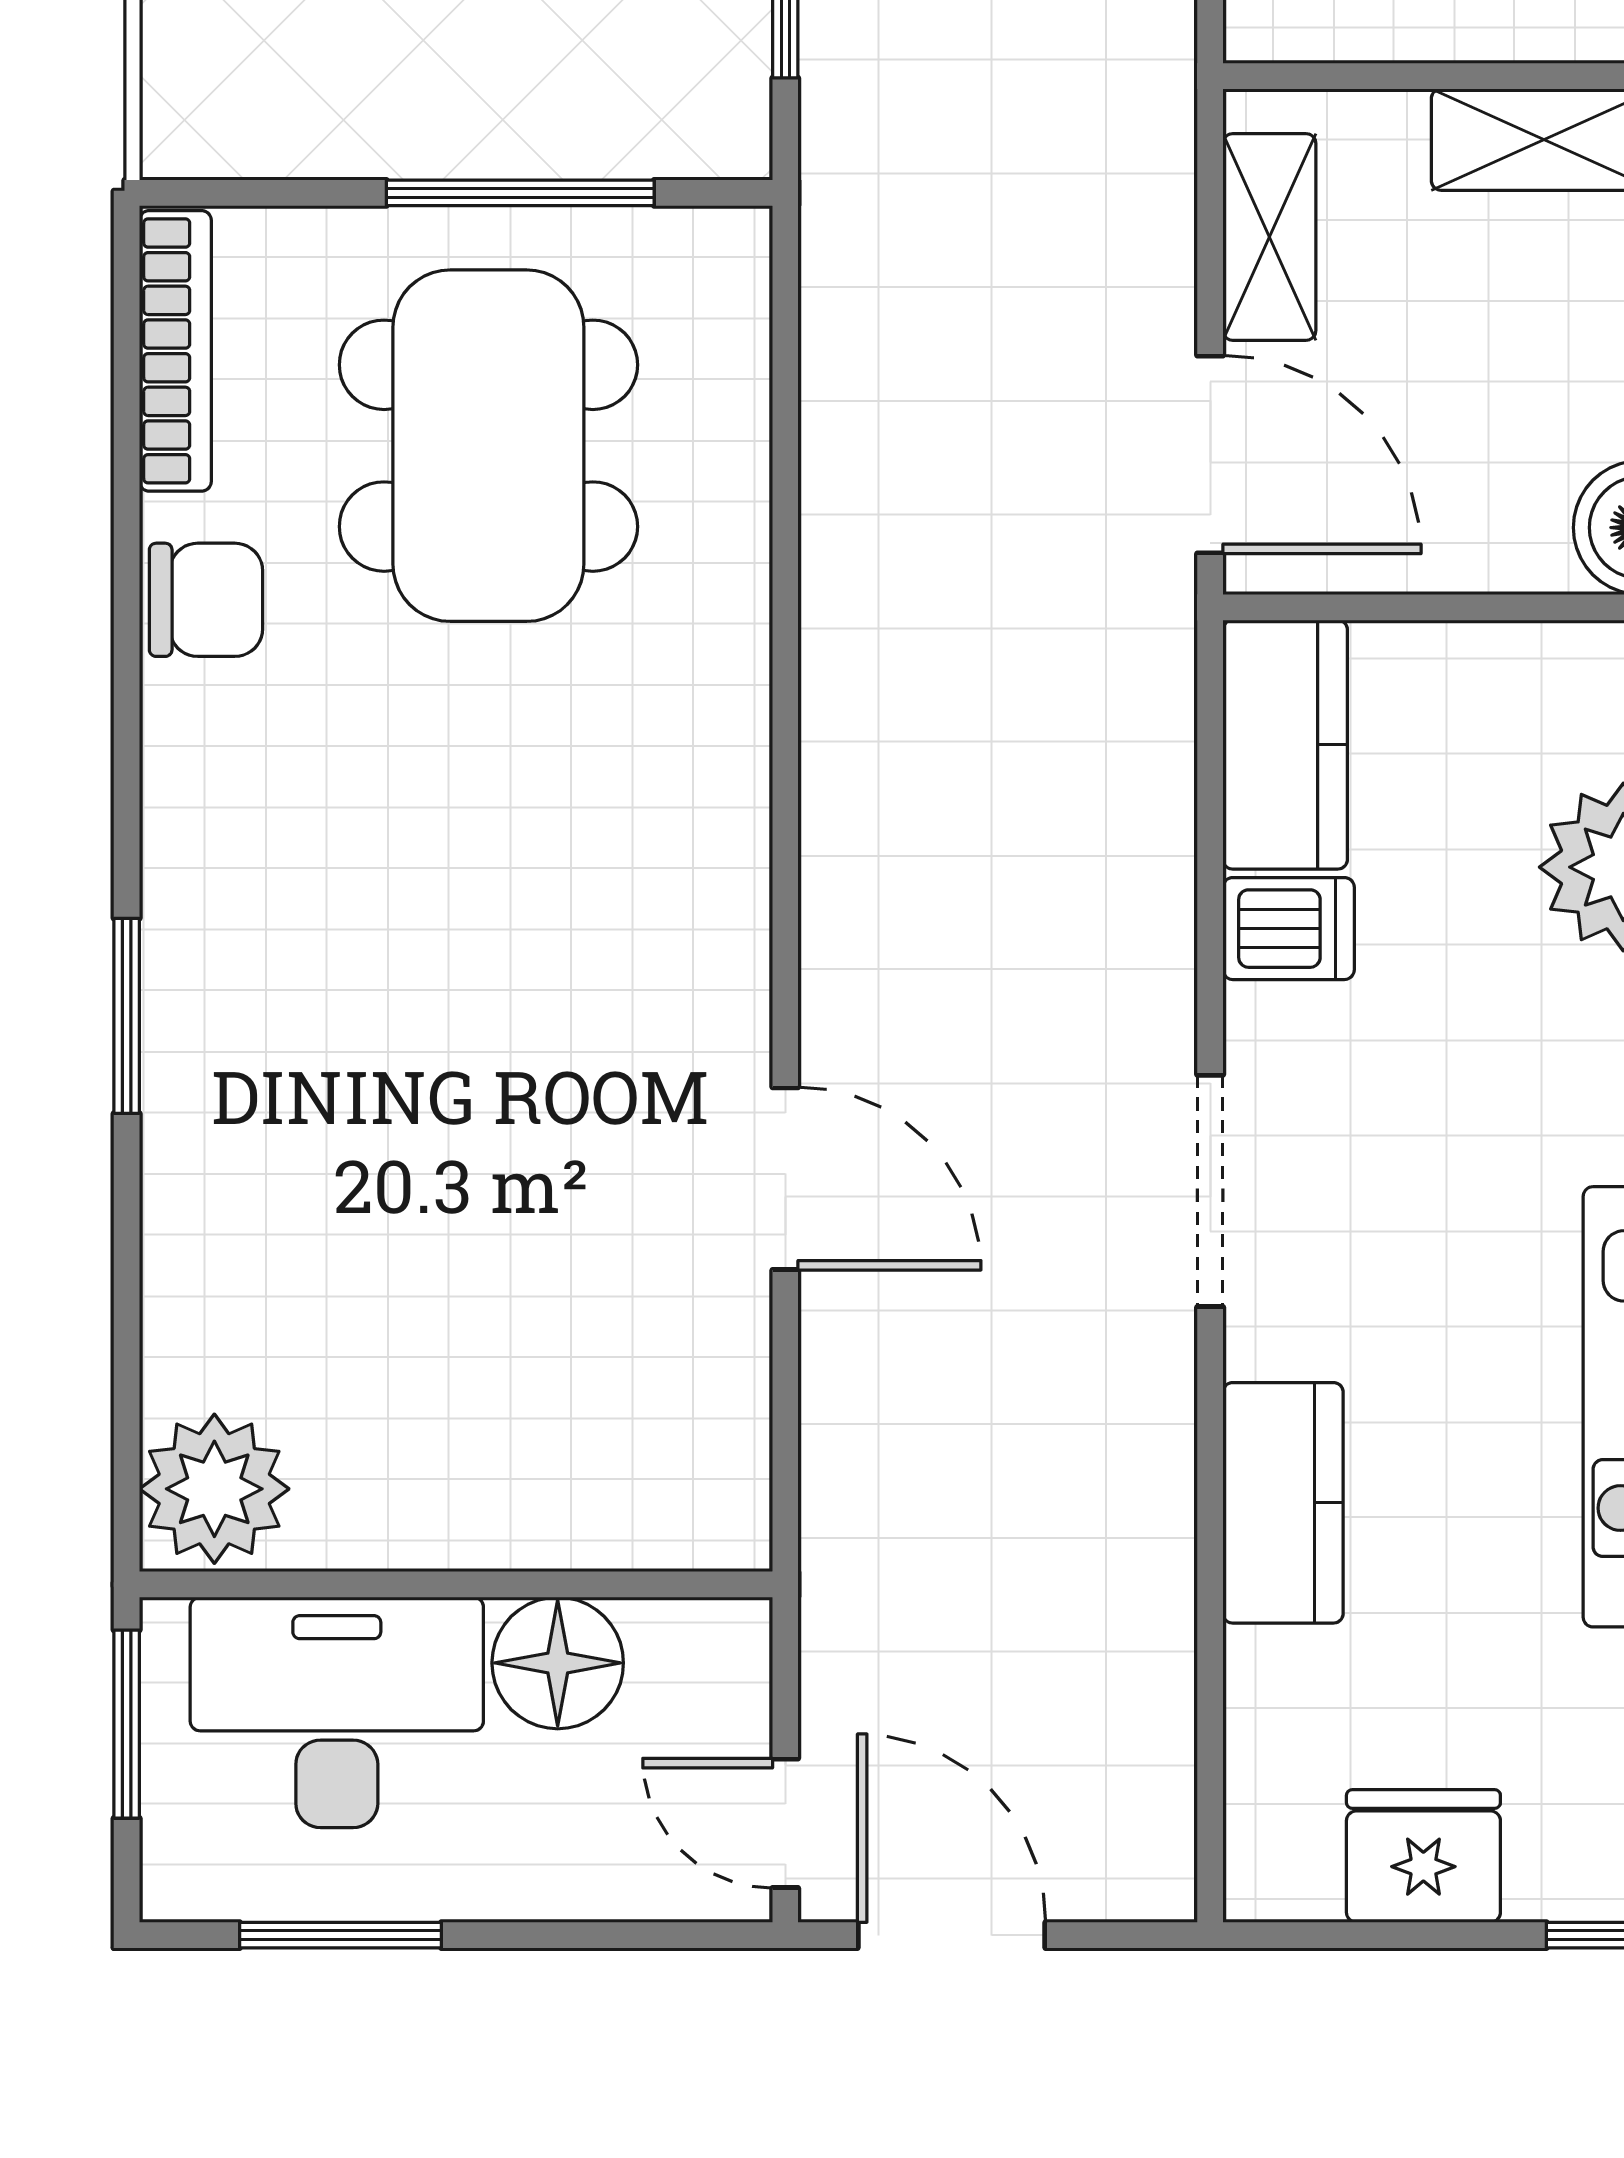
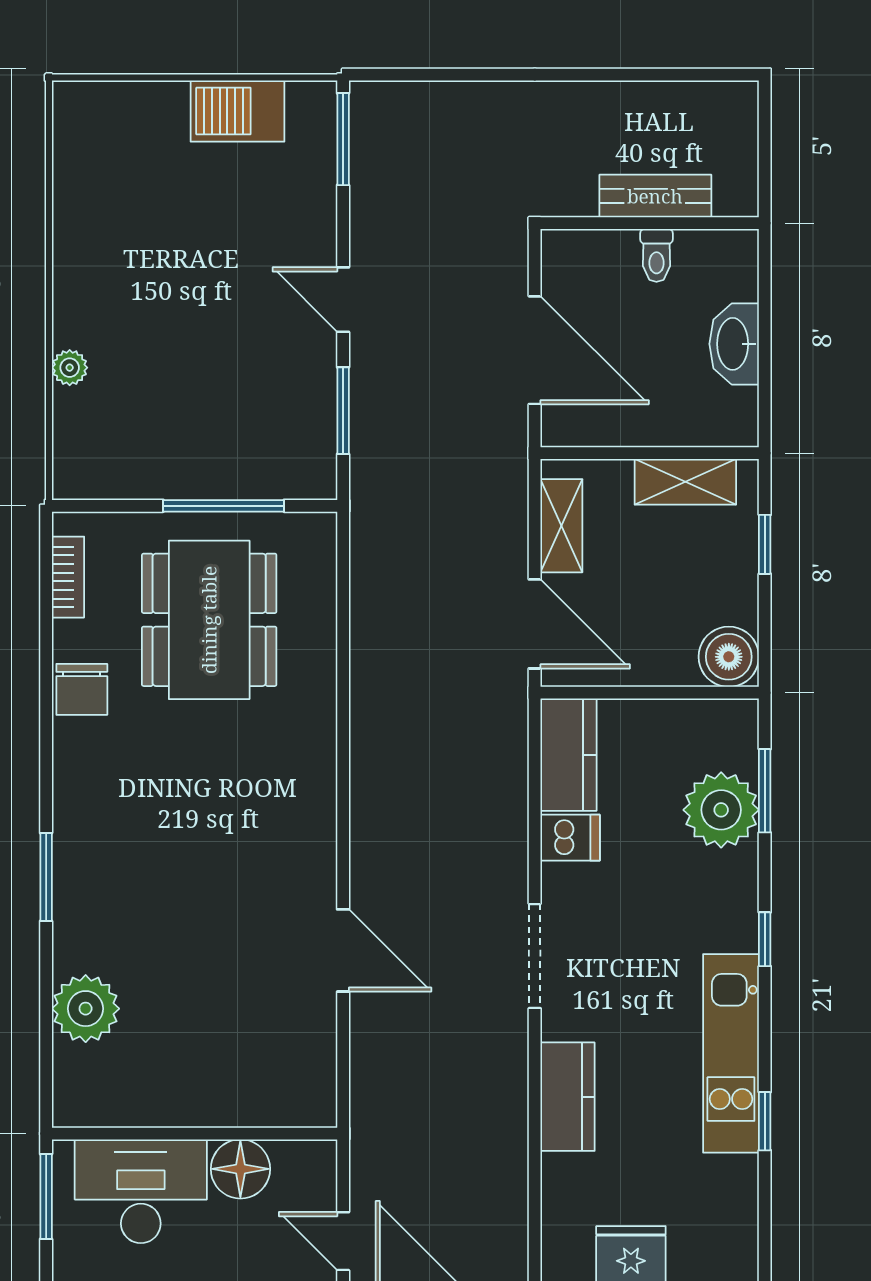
bookcase: (175, 351) -> (68, 577), width x0.64
chair: (206, 600) -> (82, 689), turned 90
plant: (214, 1489) -> (86, 1009), moved

